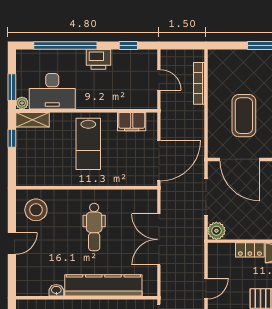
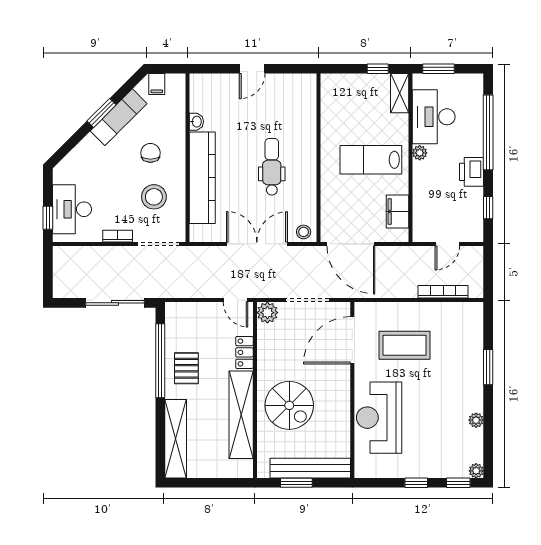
plant: (22, 103) -> (420, 153), moved
stool: (36, 210) -> (304, 232), moved, width x0.53, depth x0.53
dental chair: (94, 227) -> (272, 167), turned 90
door: (12, 243) -> (252, 69), hinge flipped
door: (206, 288) -> (235, 300), moved

